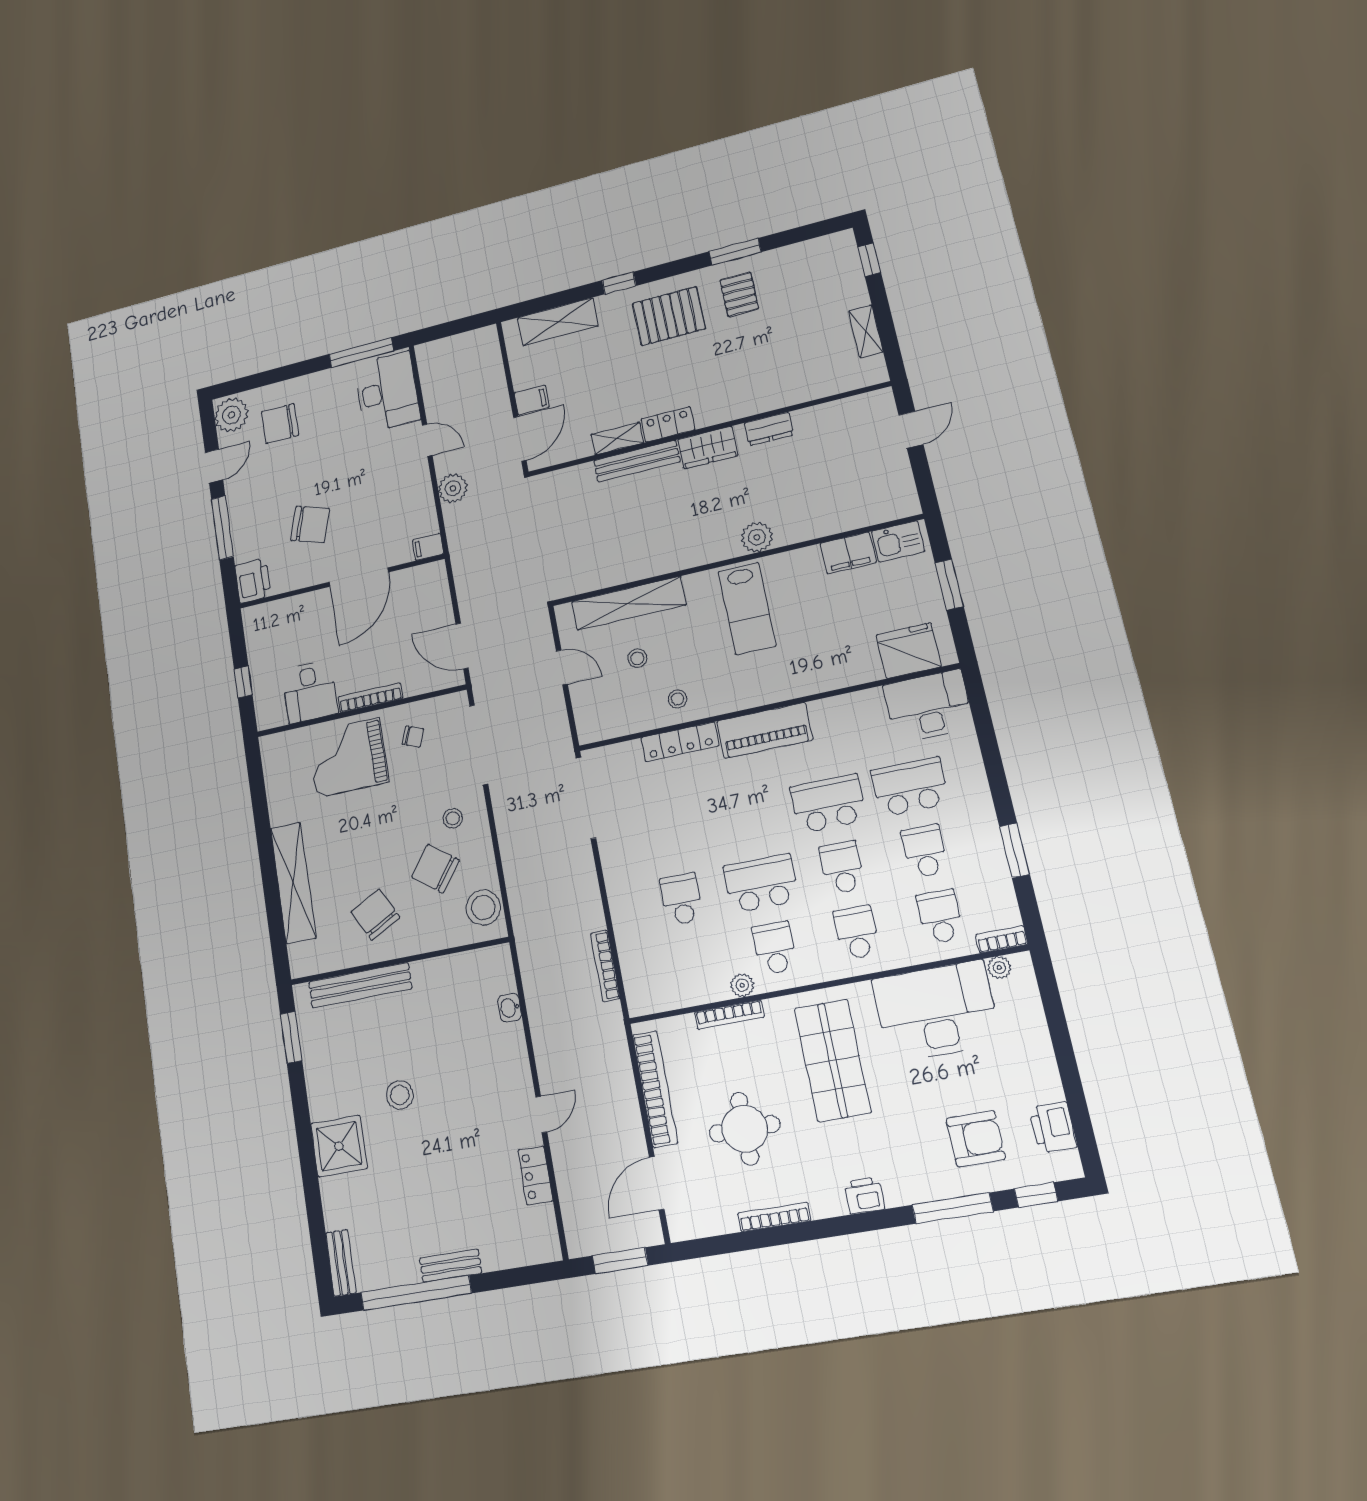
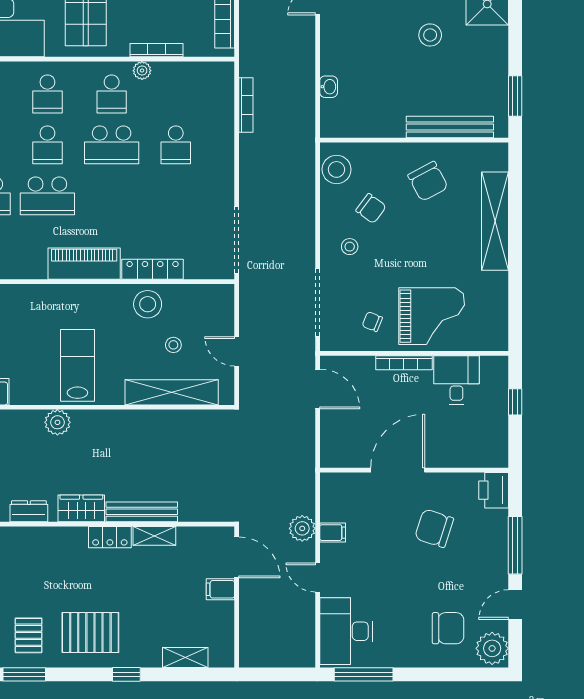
shelving: (558, 322) -> (185, 658), width x0.67, depth x0.75
door: (520, 439) -> (237, 557), swing flipped
filing cabinet: (428, 547) -> (333, 533), moved
stool: (677, 699) -> (148, 304), width x1.89, depth x1.89
chair: (436, 869) -> (371, 209), width x0.73, depth x0.73

